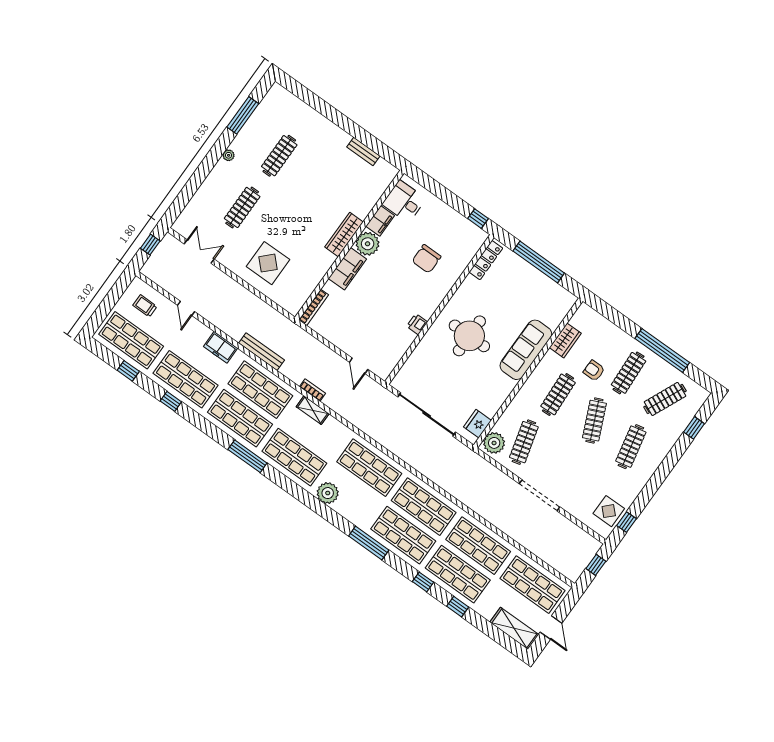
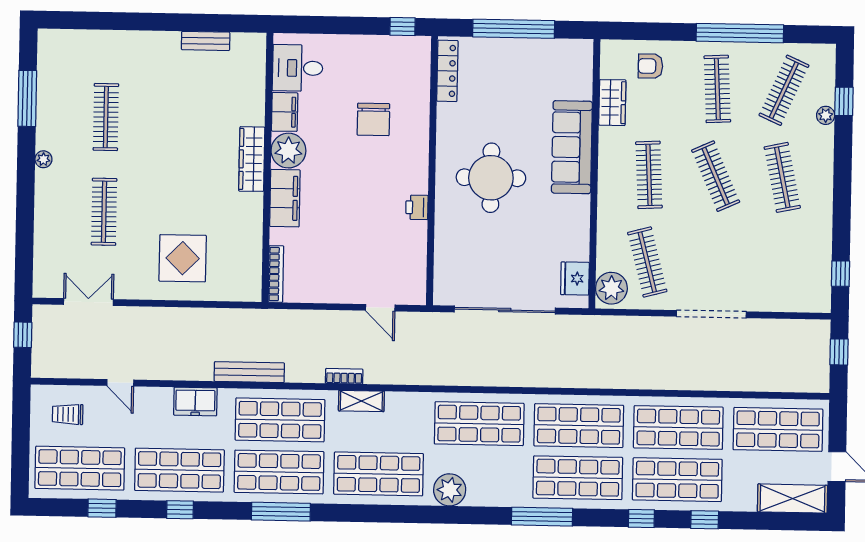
armchair: (594, 371) -> (650, 66), moved
plant: (679, 429) -> (826, 115), added
window: (247, 456) -> (281, 512), moved
display table: (609, 511) -> (809, 275), removed

